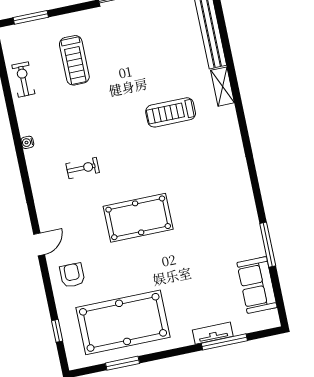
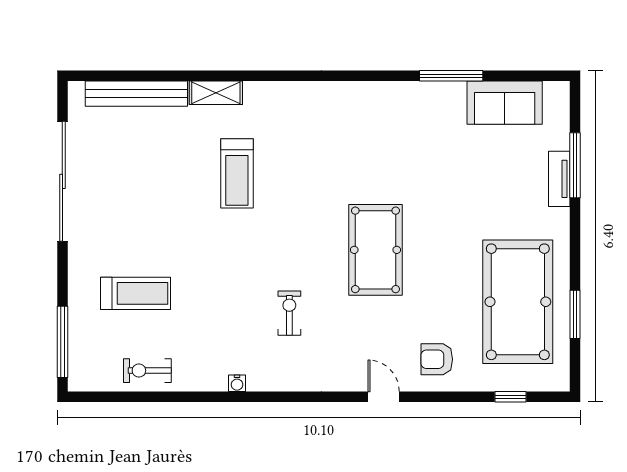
window: (31, 17) -> (62, 342), width x1.44

